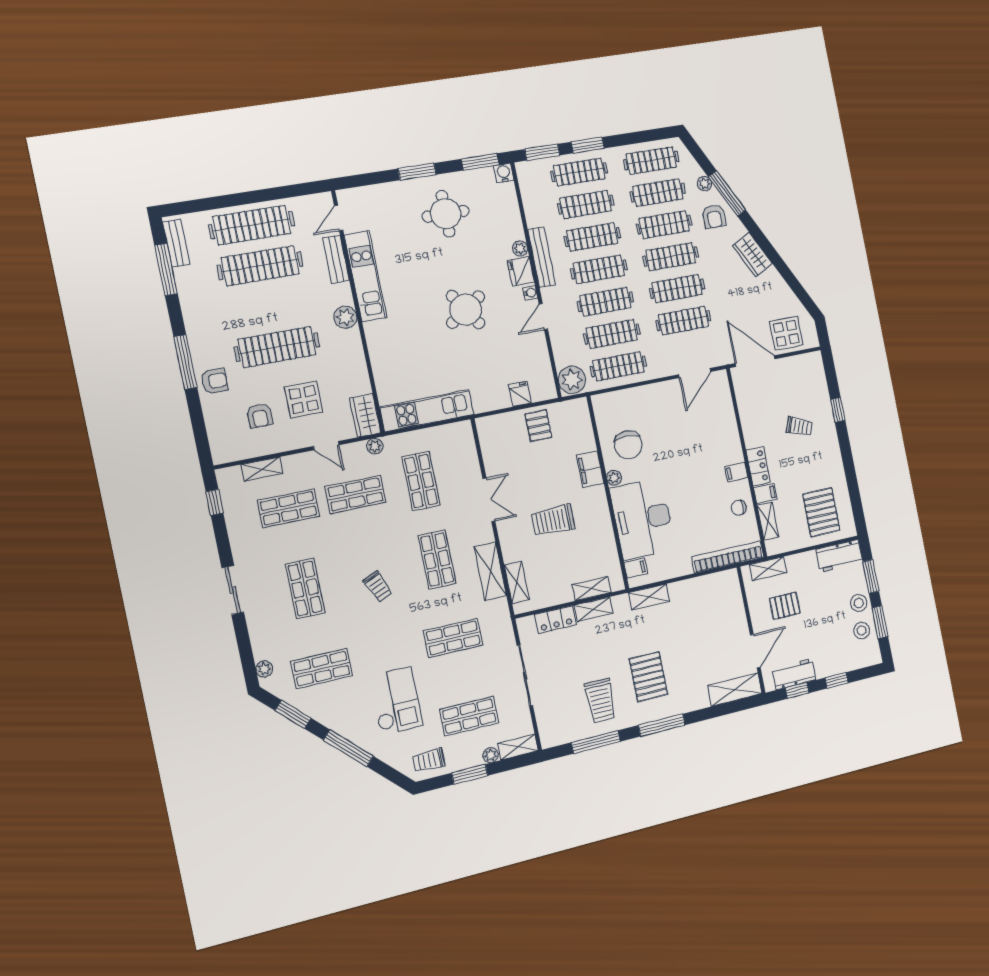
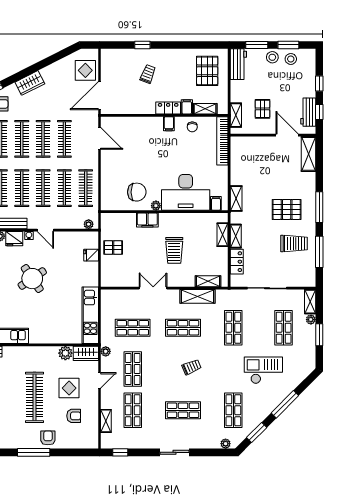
plant: (345, 317) -> (65, 353), moved
plant: (572, 380) -> (89, 224), width x0.53, depth x0.53
pallet: (821, 512) -> (207, 71), turned 90
trolley: (429, 760) -> (304, 358), removed

